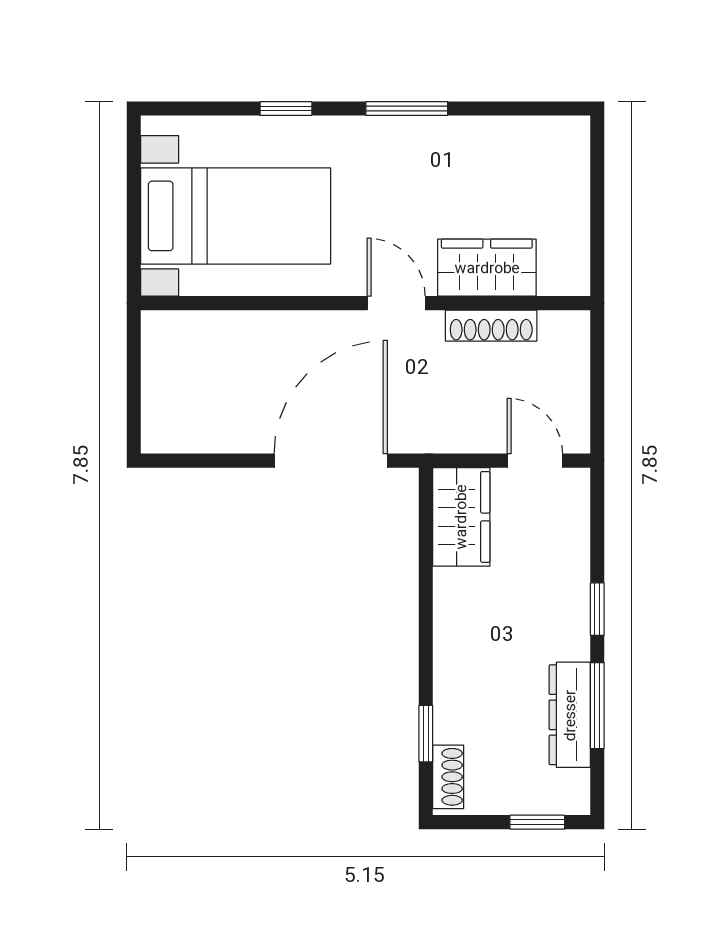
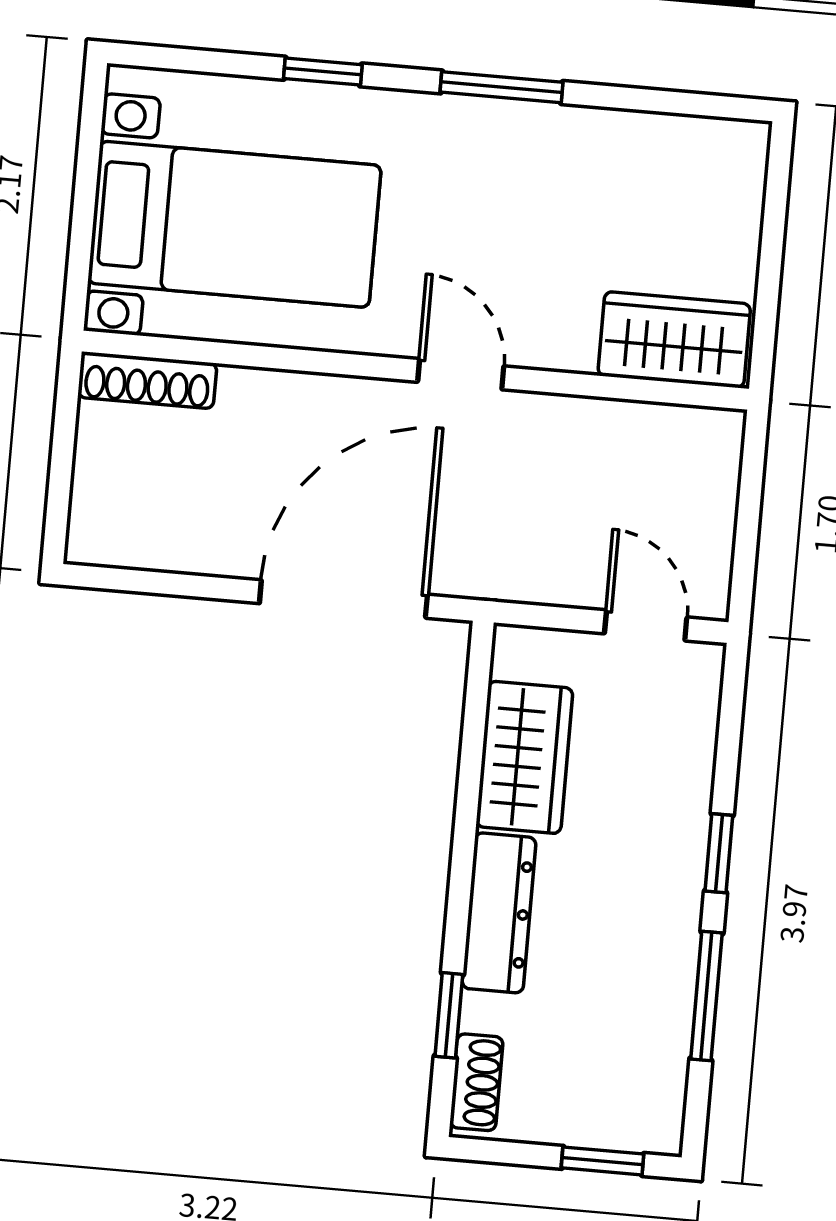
wardrobe: (487, 268) -> (674, 340), moved
shoe rack: (491, 326) -> (147, 380), moved
wardrobe: (461, 517) -> (524, 757), moved
dresser: (570, 715) -> (499, 913), moved, turned 180

